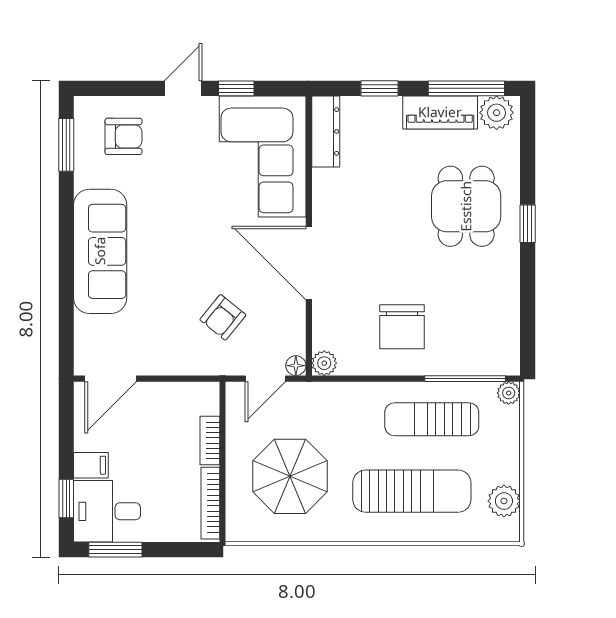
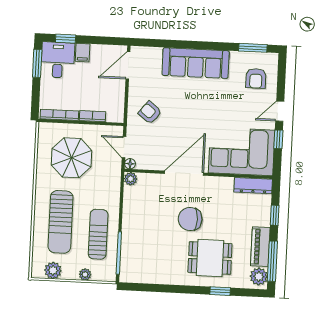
door: (183, 88) -> (280, 111), swing flipped
window: (528, 224) -> (220, 291), moved
armchair: (223, 317) -> (150, 113), moved
chair: (402, 327) -> (190, 219), moved
door: (111, 379) -> (128, 65), hinge flipped
plant: (509, 393) -> (85, 274), moved

